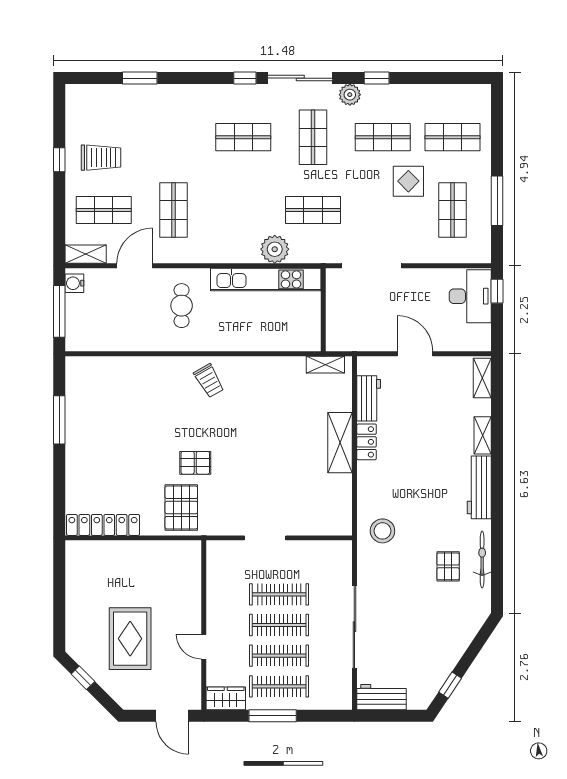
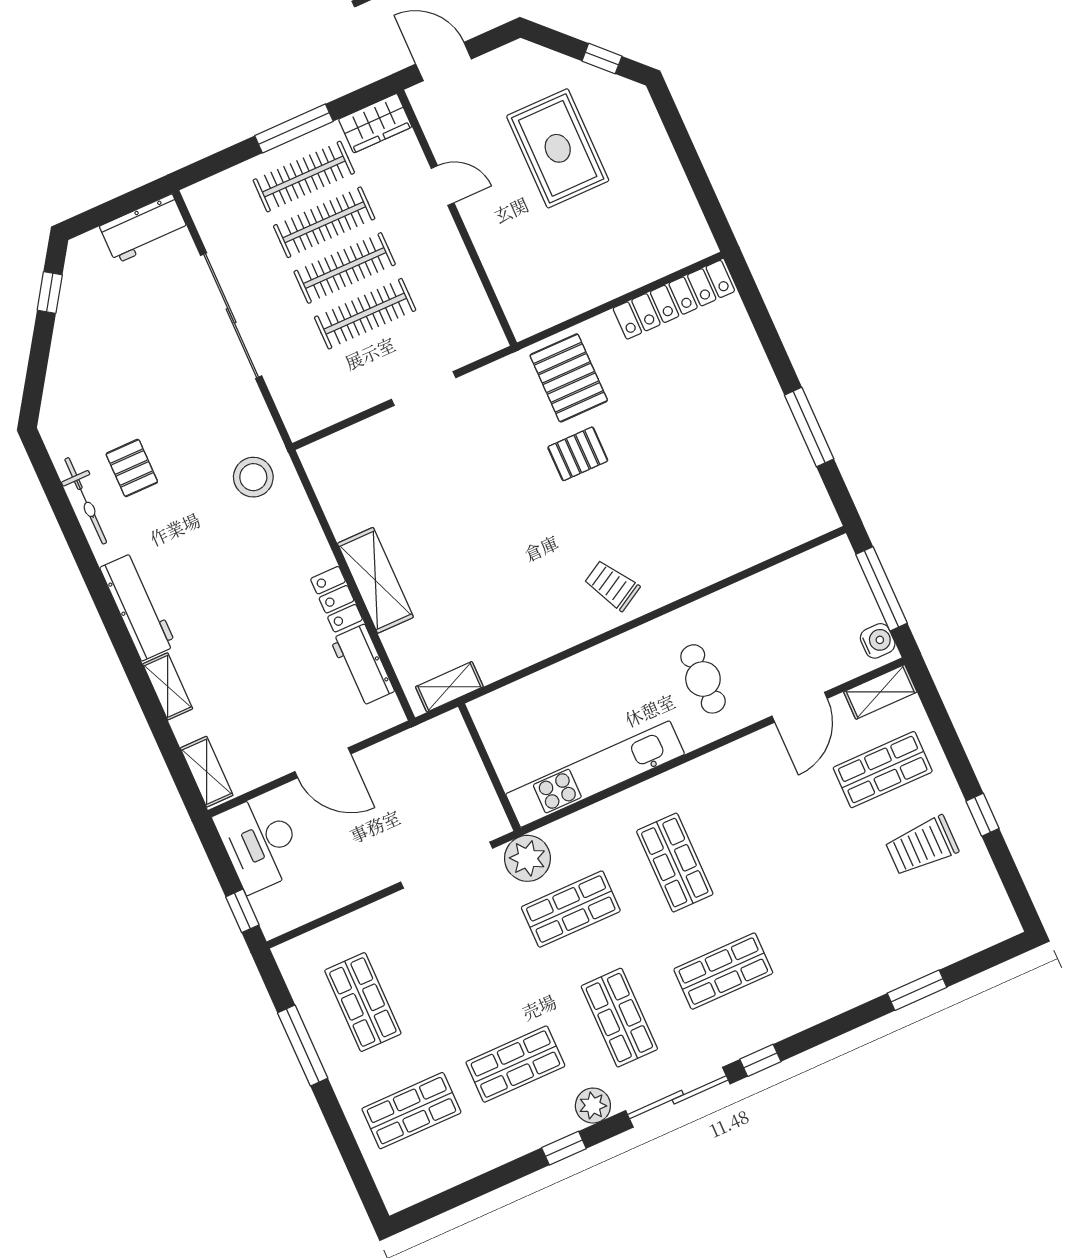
display table: (408, 181) -> (448, 1016), removed
shop shelf: (173, 210) -> (675, 863), moved
plant: (275, 249) -> (527, 858), moved
desk: (470, 296) -> (260, 843), moved

